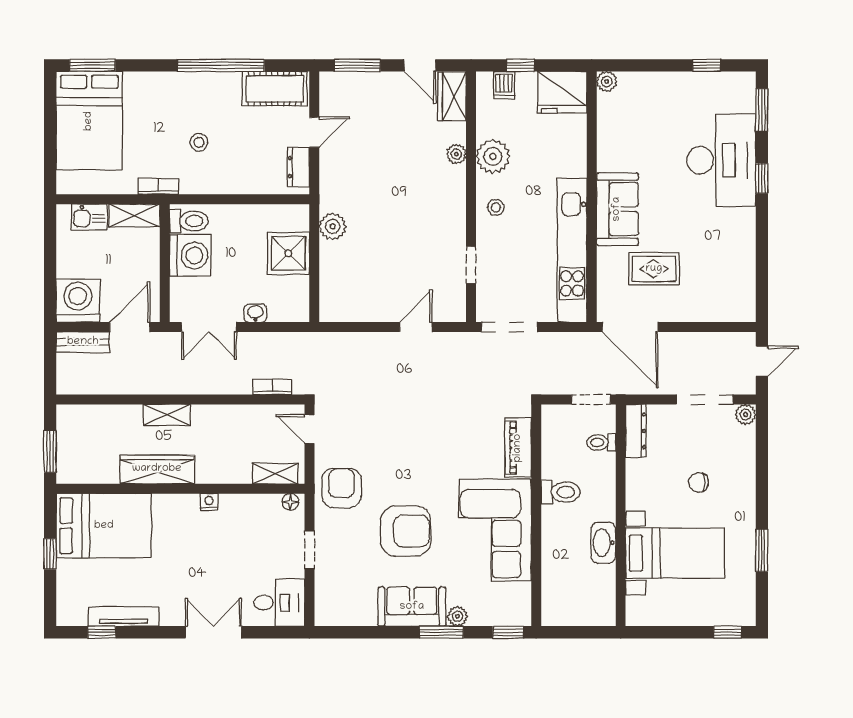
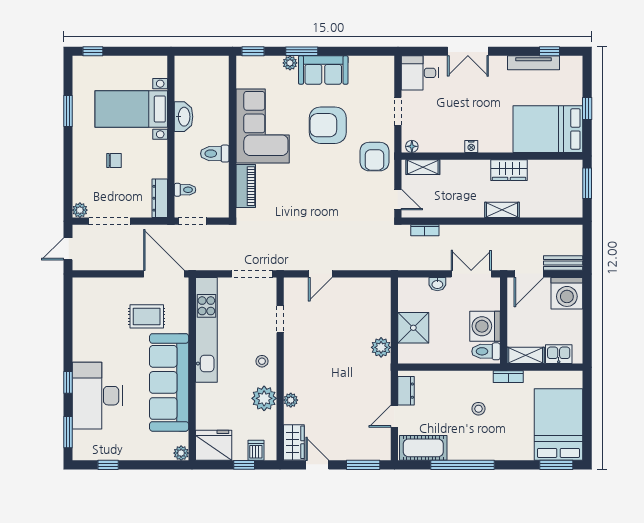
sofa: (617, 209) -> (169, 382), width x1.85, depth x1.27
wardrobe: (157, 469) -> (509, 170), width x0.67

